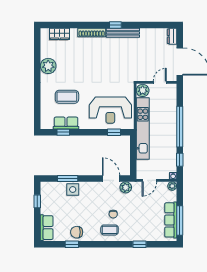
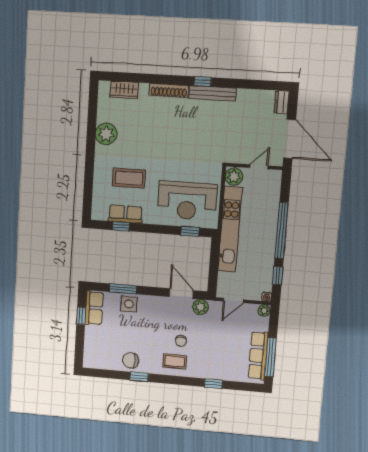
row of seats: (47, 228) -> (94, 308), moved
window: (72, 244) -> (139, 377), moved

